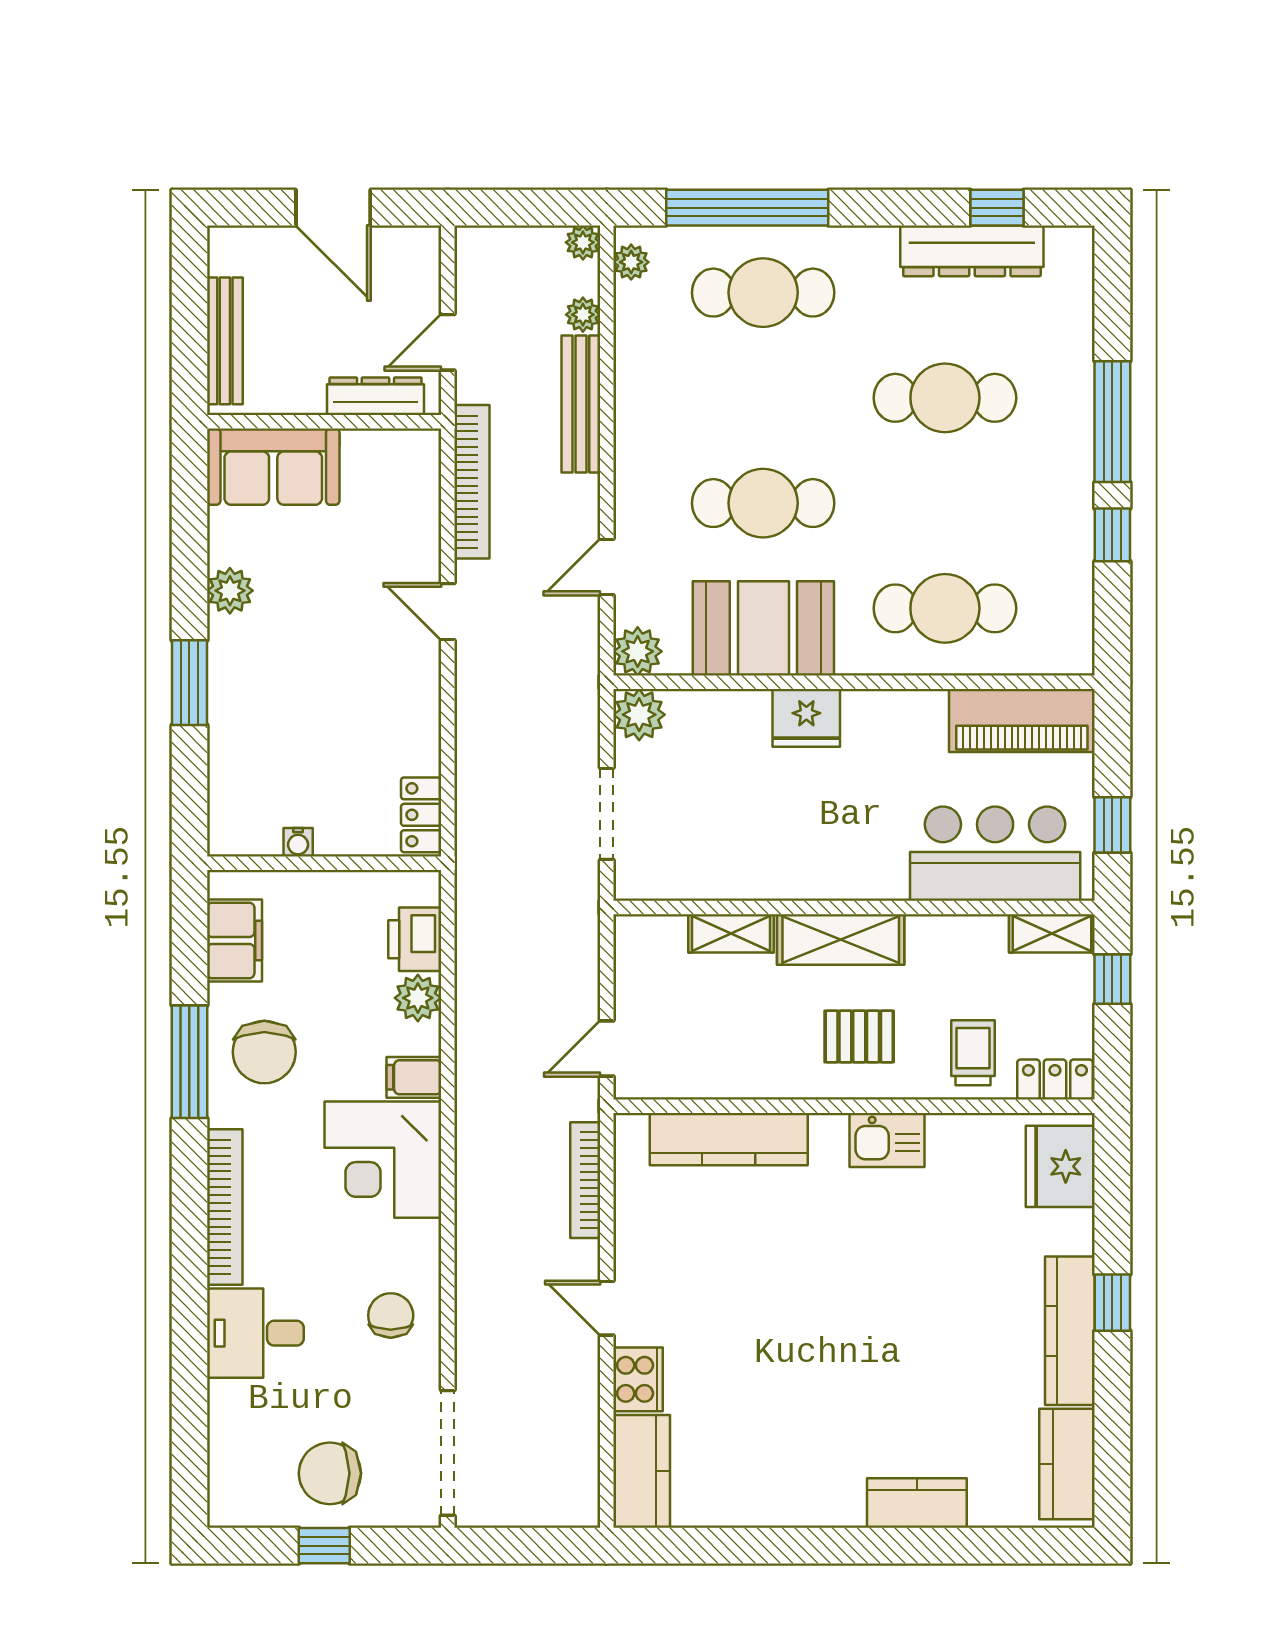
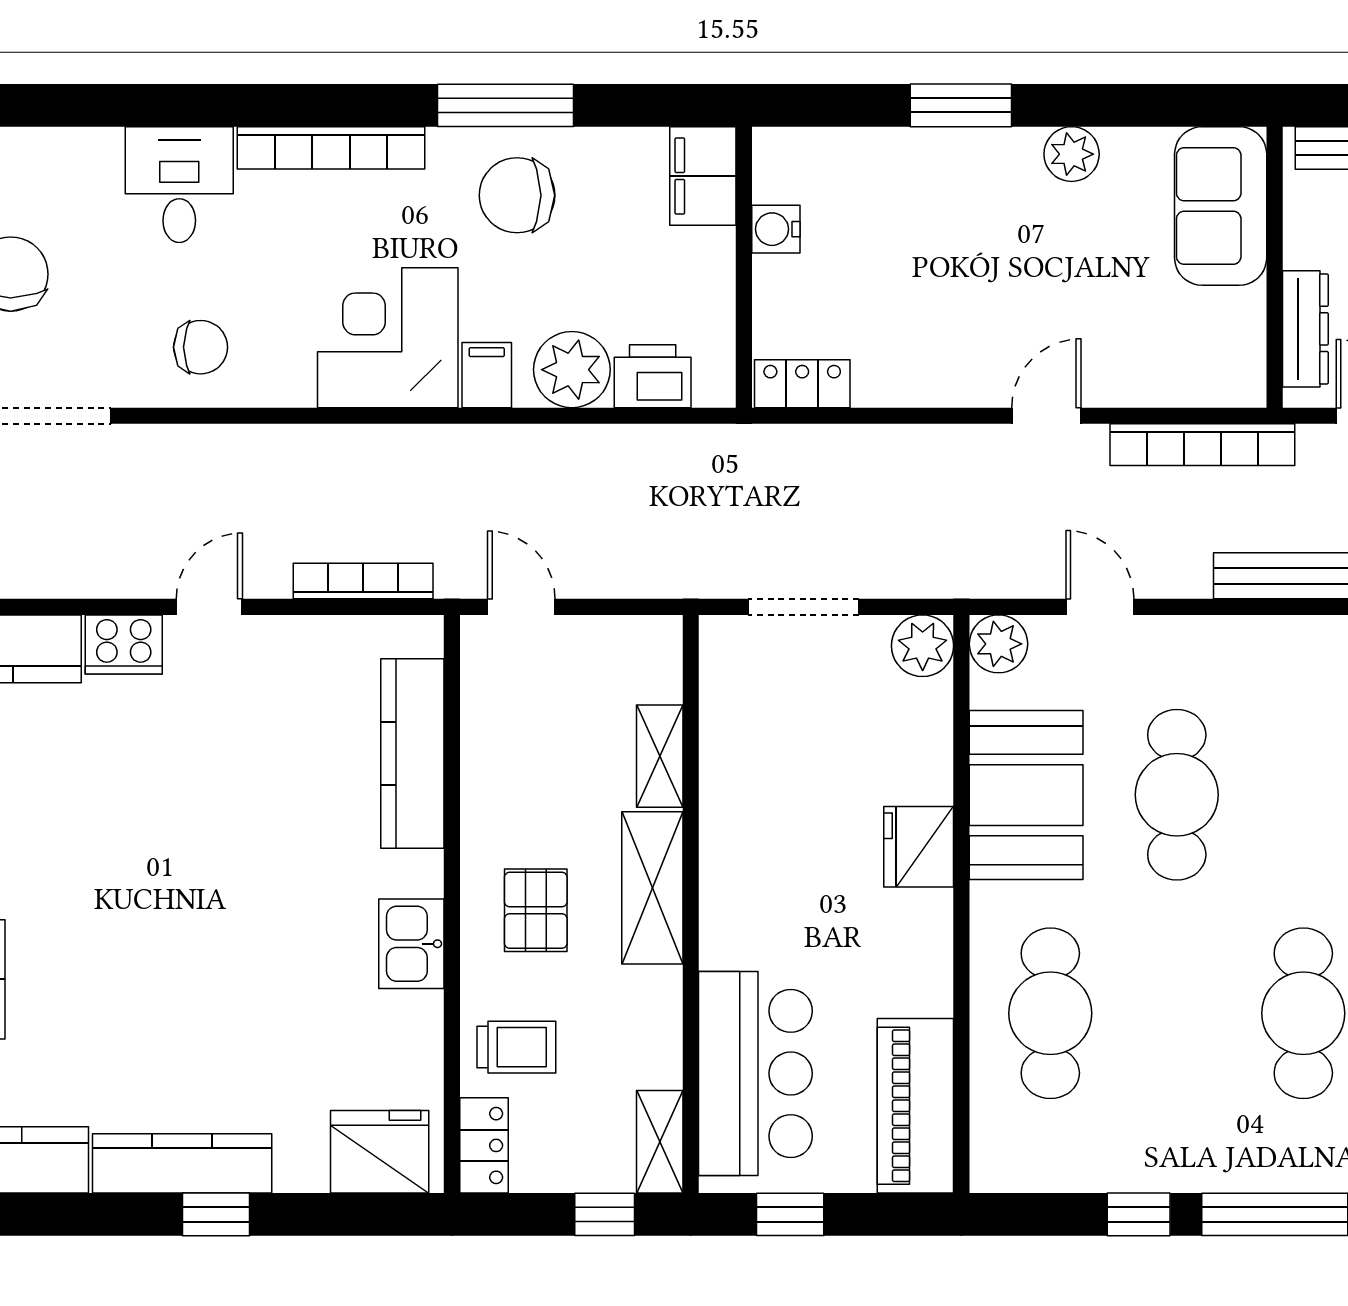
water cooler: (298, 842) -> (776, 229), width x1.38, depth x1.38
filing cabinet: (235, 940) -> (703, 176), moved, turned 90
plant: (418, 998) -> (572, 370), width x1.36, depth x1.36

